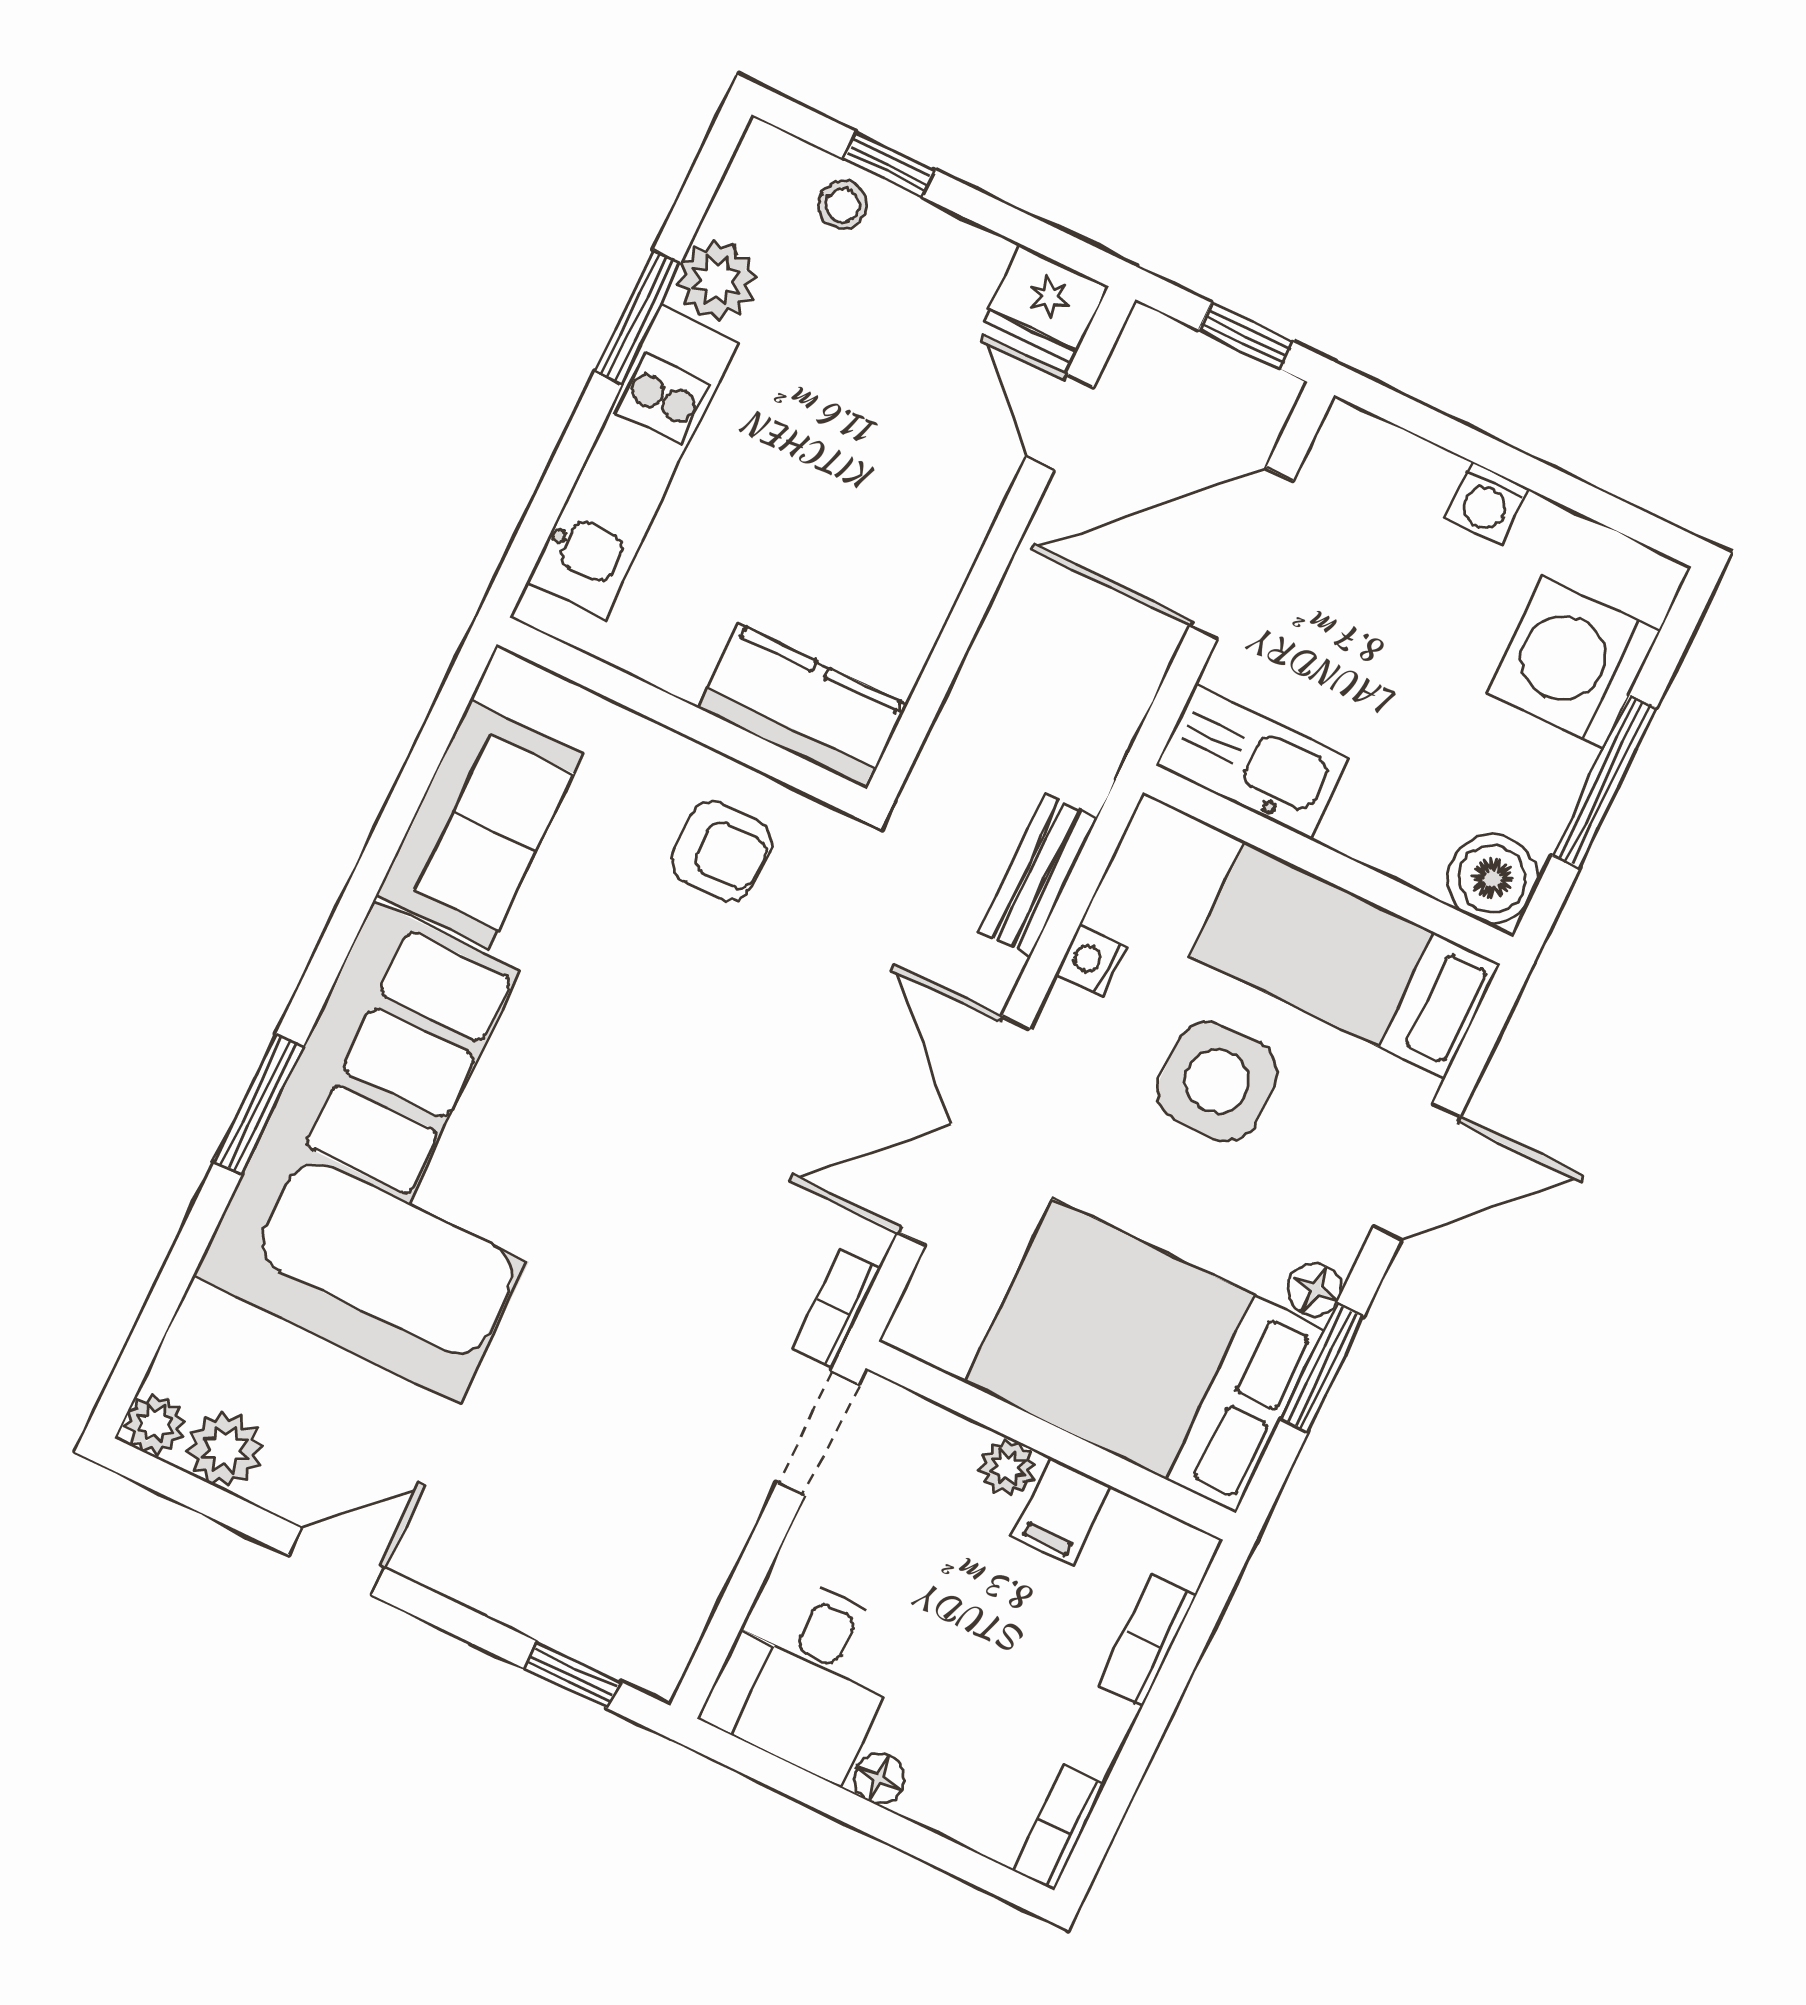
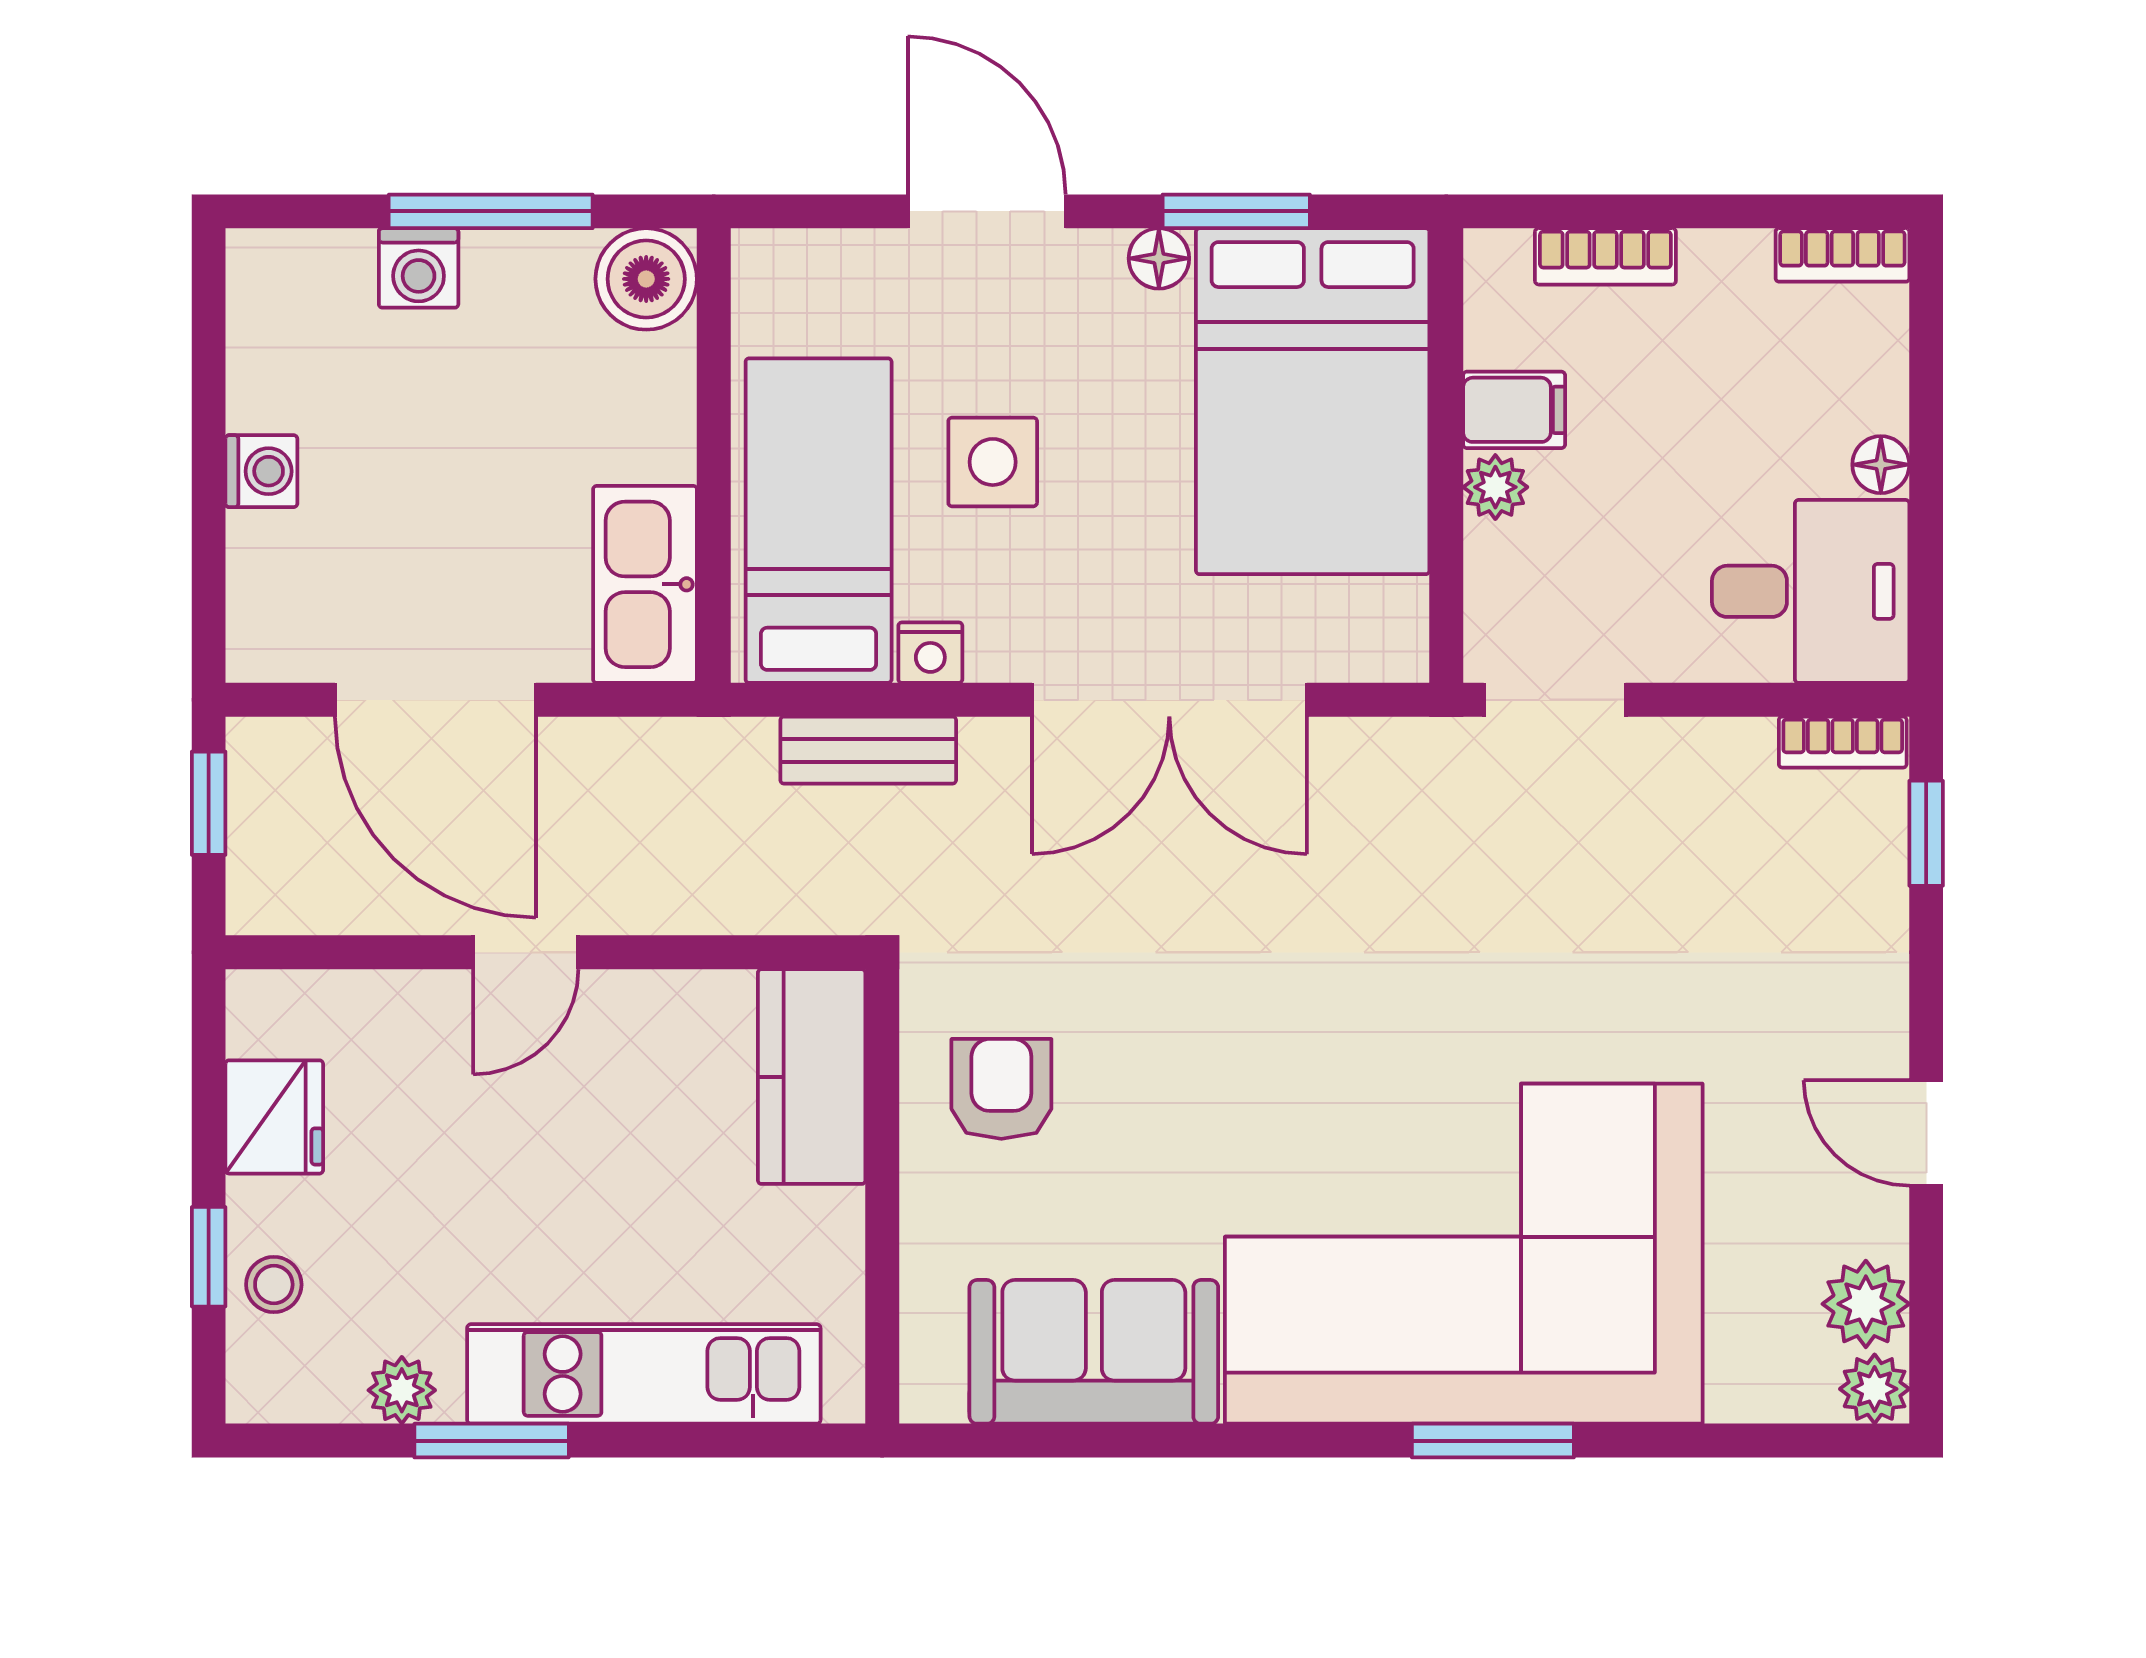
plant: (716, 280) -> (402, 1390), width x0.73, depth x0.73
fridge: (1046, 303) -> (274, 1117), moved
door: (1060, 422) -> (526, 952), moved
washing machine: (1573, 662) -> (419, 268), width x0.53, depth x0.53
bed: (1345, 960) -> (819, 521), moved, turned 180
side table: (1217, 1082) -> (993, 462), width x0.73, depth x0.73
bookcase: (837, 1308) -> (1843, 742), moved

